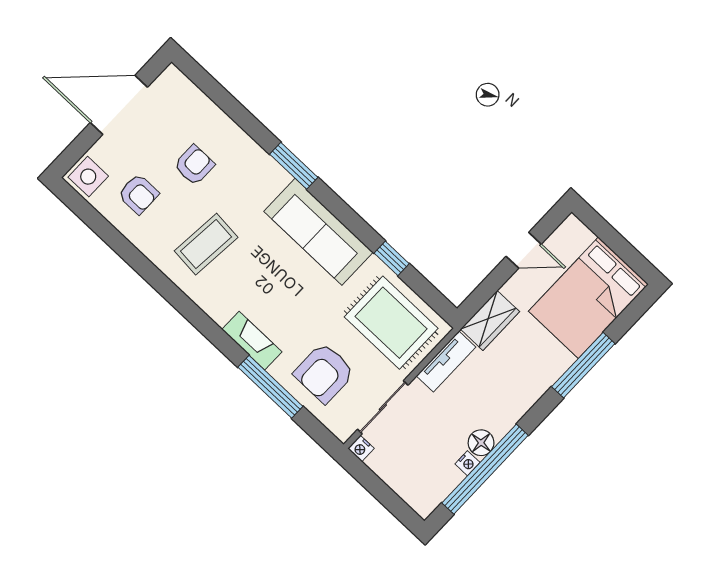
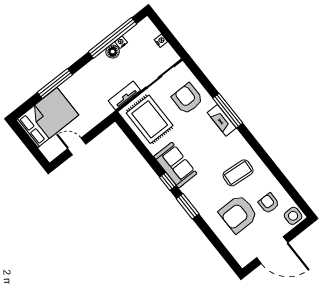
armchair: (194, 165) -> (238, 214), width x1.88, depth x1.88
sofa: (319, 232) -> (175, 165), width x0.73
window: (392, 258) -> (168, 181), moved
wardrobe: (490, 320) -> (99, 113), removed
armchair: (324, 373) -> (187, 99), turned -90
window: (270, 387) -> (228, 111), moved
nightstand: (361, 448) -> (161, 41), moved

